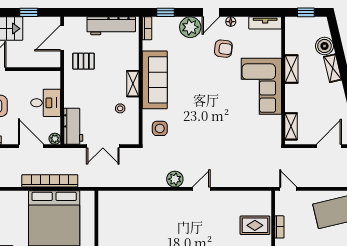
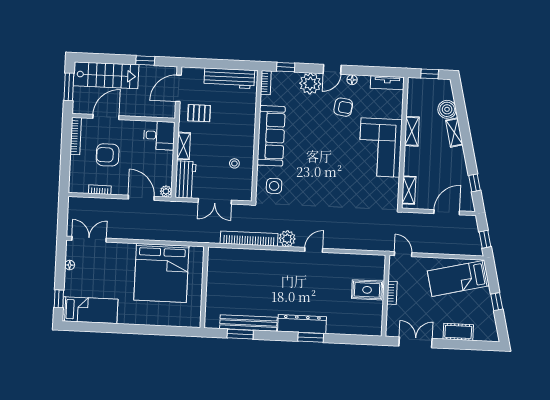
shelving: (133, 84) -> (184, 146), moved
desk: (46, 103) -> (159, 135), moved
bookcase: (50, 181) -> (249, 239), moved

